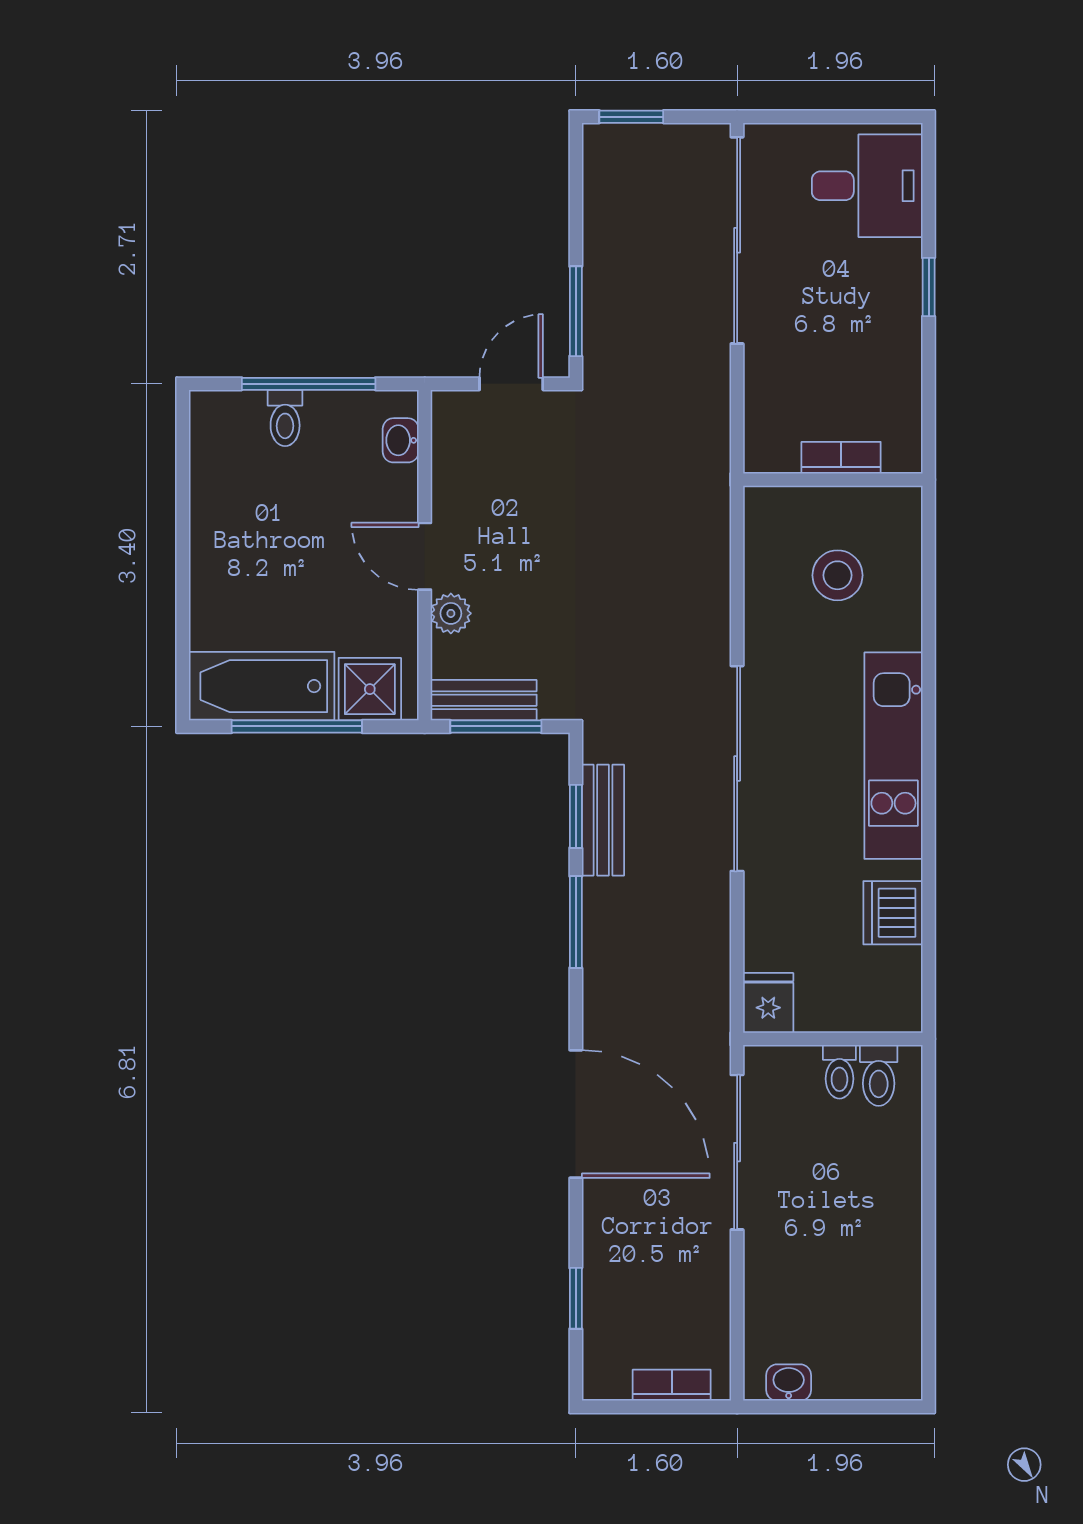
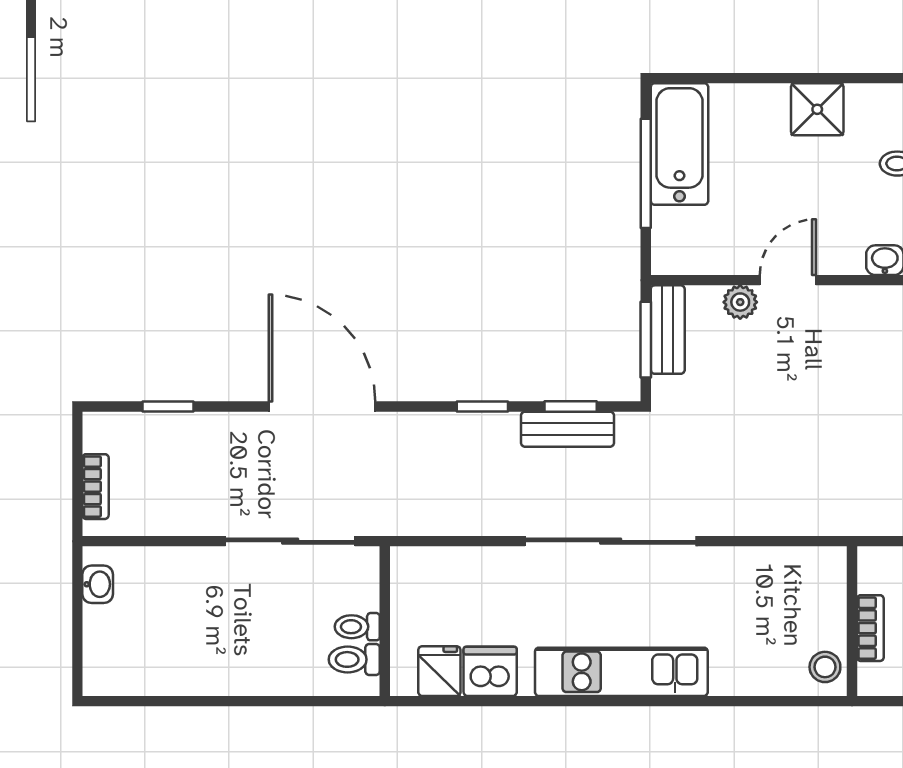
stool: (838, 575) -> (825, 667), moved, width x0.73, depth x0.73
shower: (370, 689) -> (817, 109), moved
window: (576, 922) -> (482, 406), width x0.67
fridge: (768, 1003) -> (439, 671), moved, turned -90
door: (576, 1114) -> (322, 406), swing flipped

